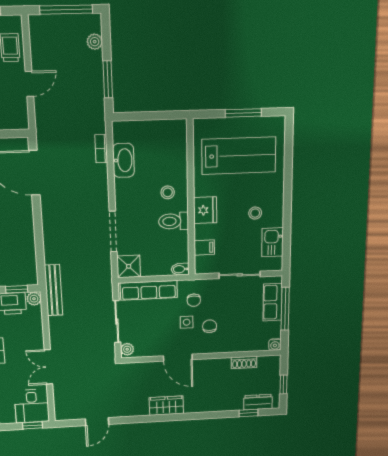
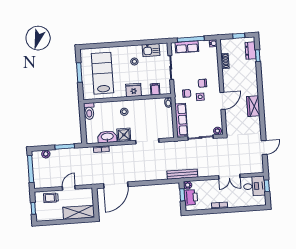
door: (29, 84) -> (69, 188), hinge flipped
toilet: (174, 221) -> (89, 111), moved
shower: (129, 266) -> (124, 135), moved
door: (97, 422) -> (264, 147), hinge flipped

